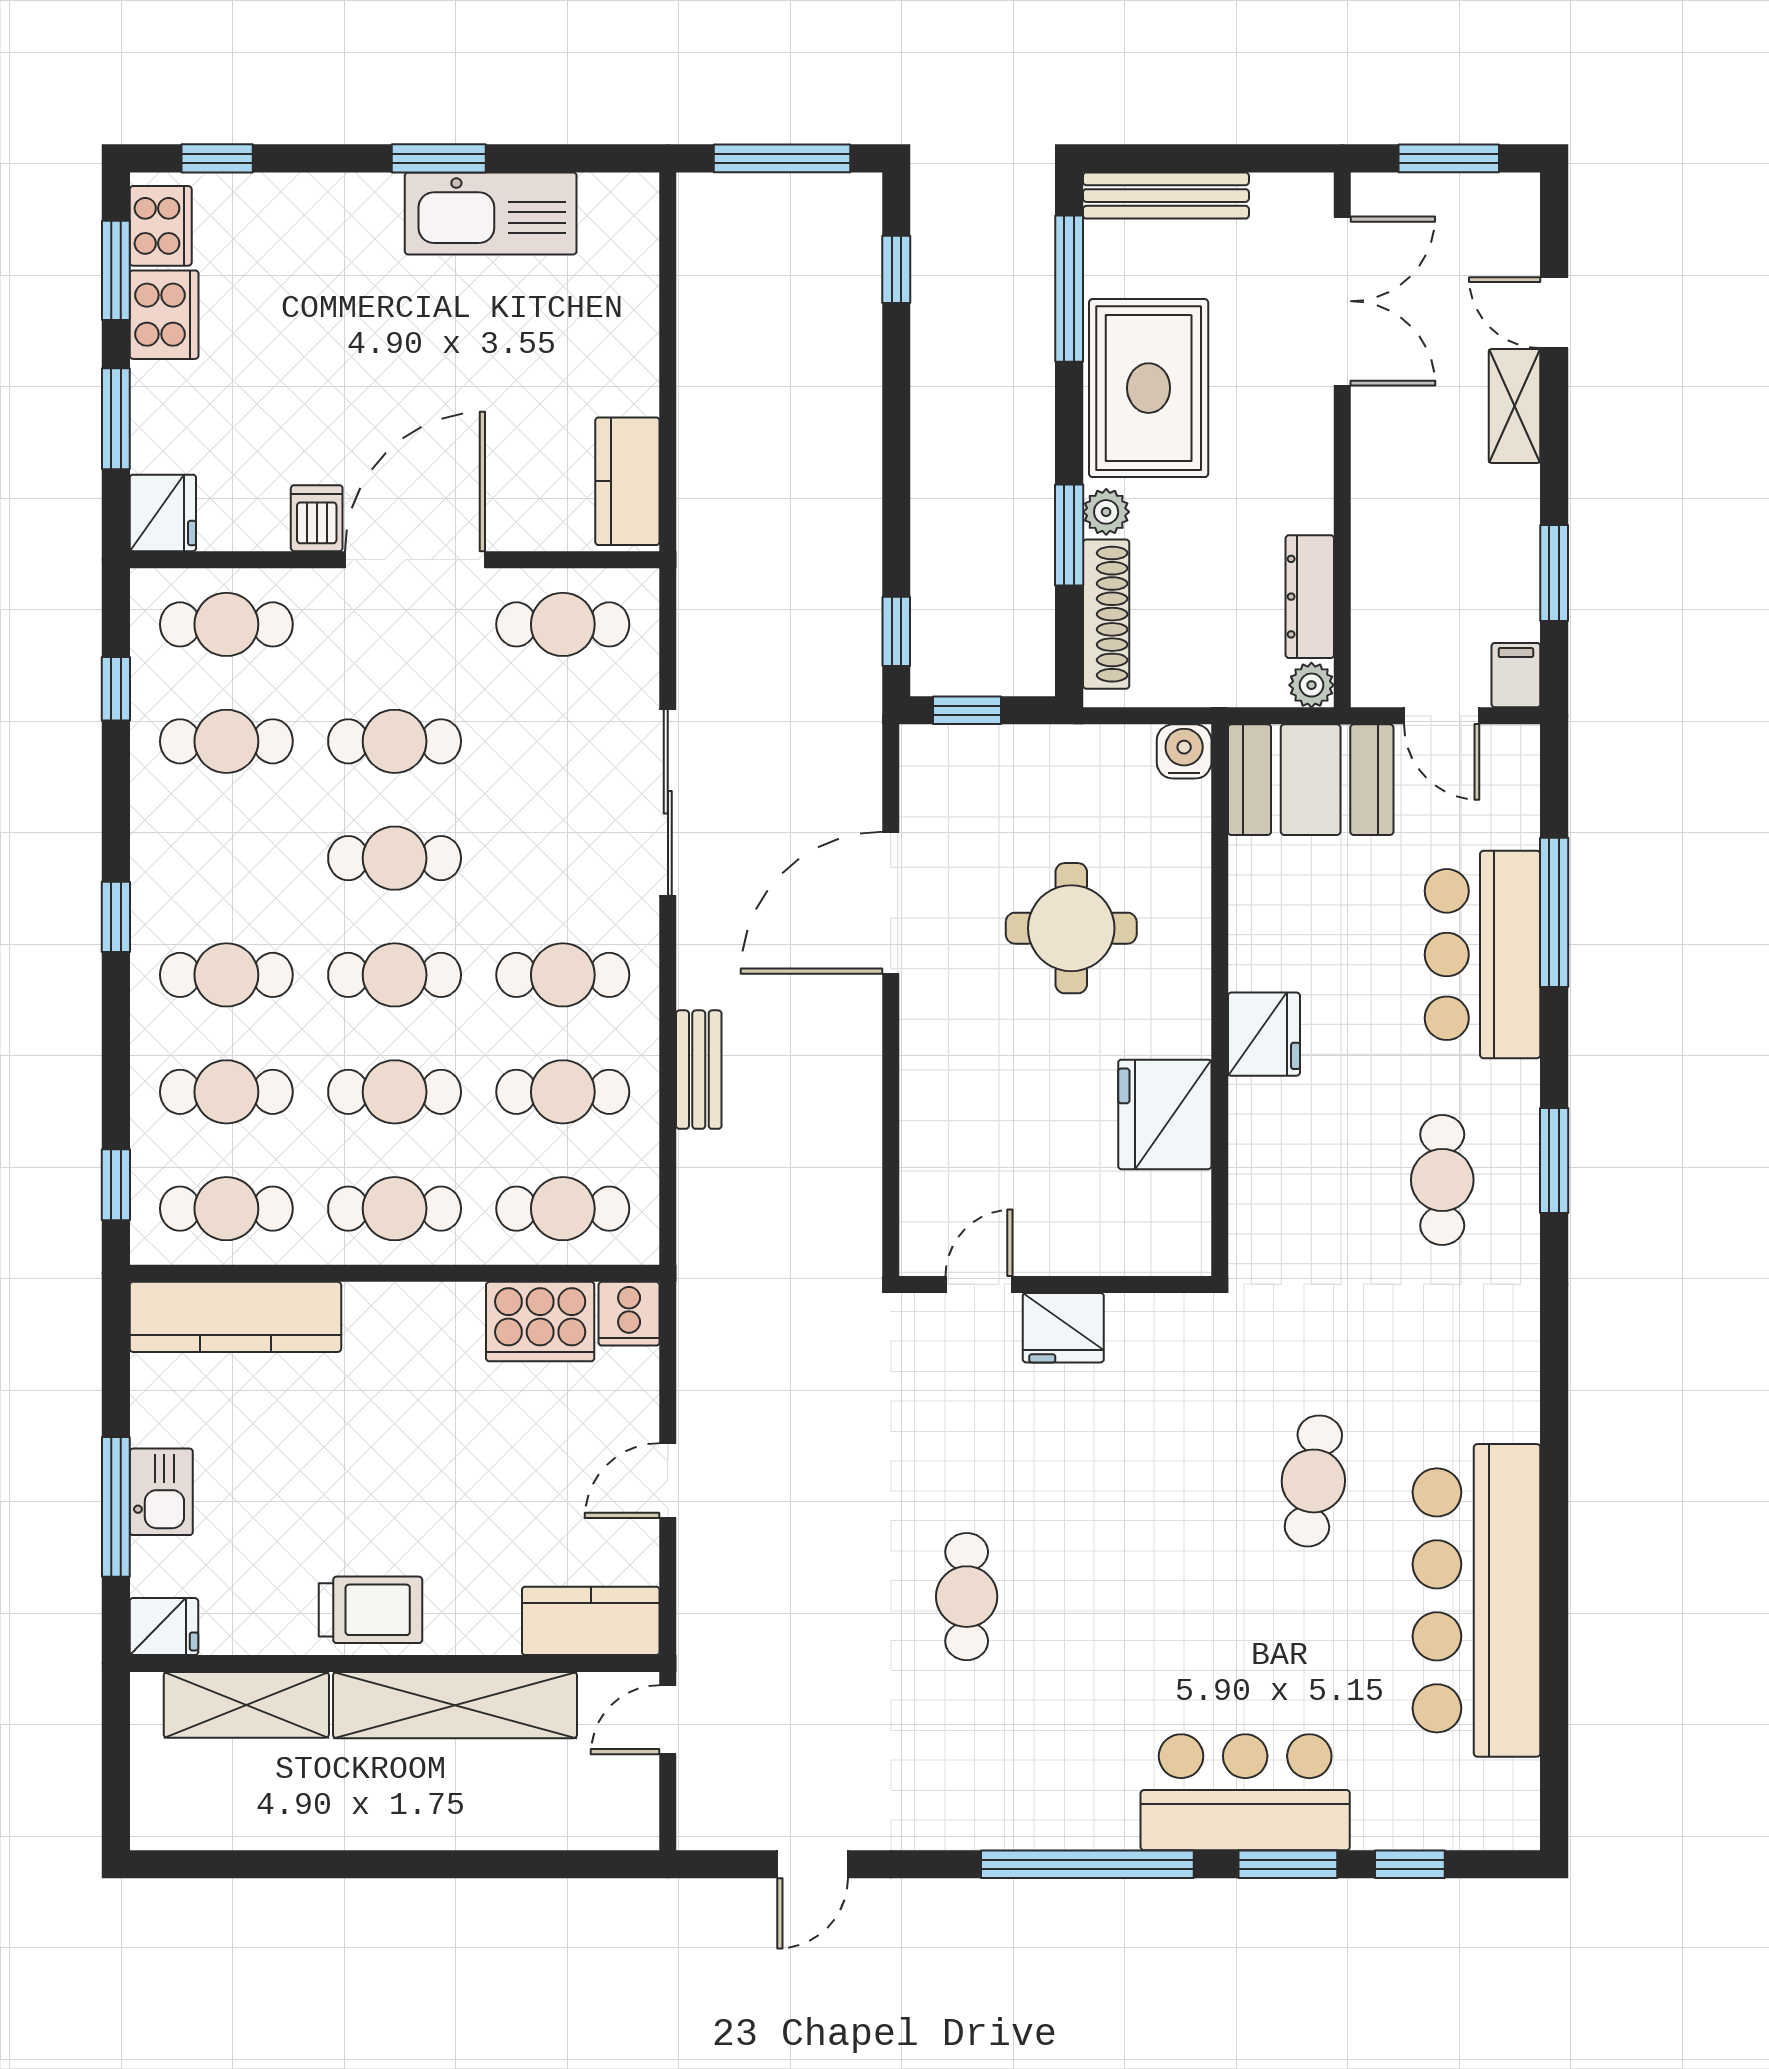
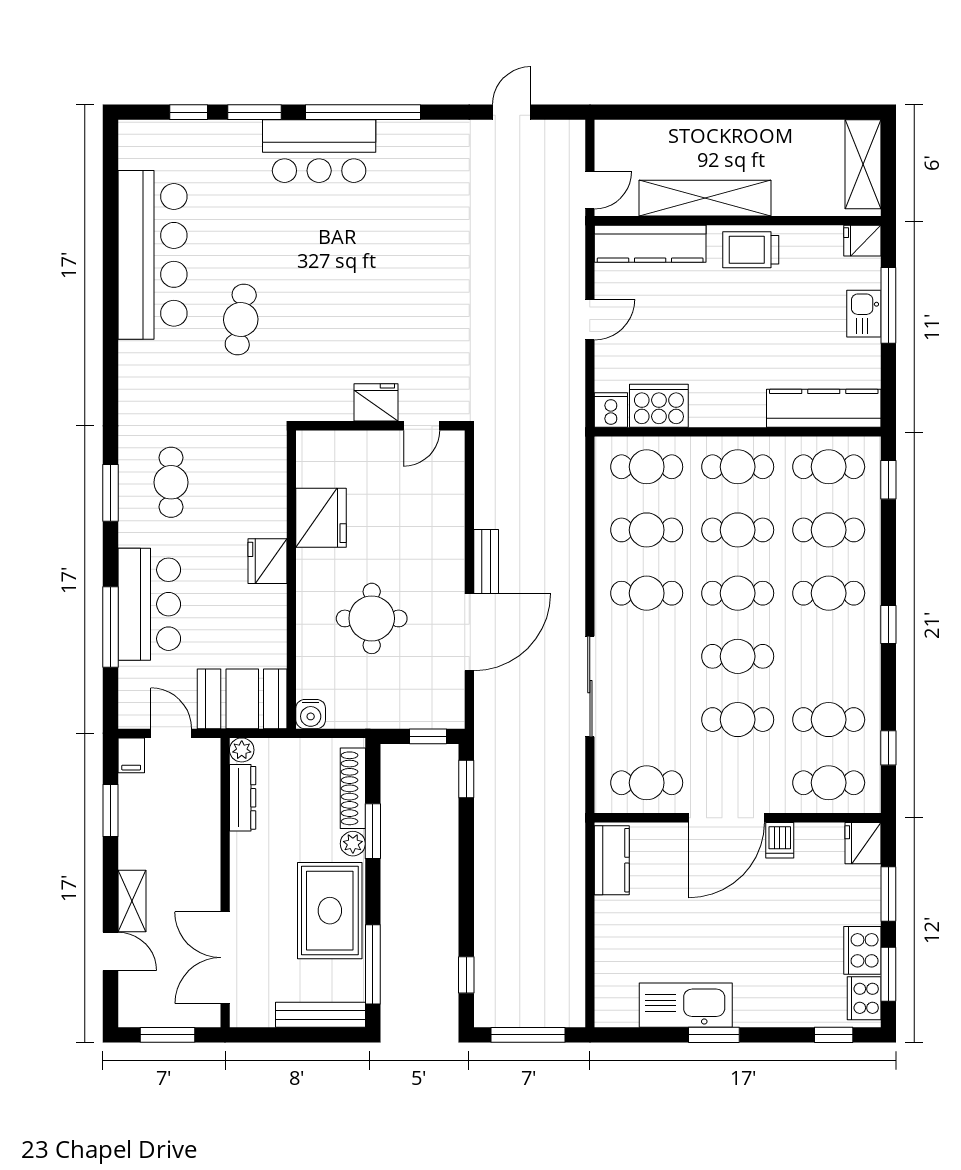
bench: (699, 1070) -> (486, 561), moved
cafe table: (967, 1597) -> (428, 257), removed
kitchen counter: (591, 1621) -> (650, 244), width x1.50
shelving: (246, 1705) -> (863, 164), moved, turned 90
bar counter: (1245, 1792) -> (319, 151), moved

